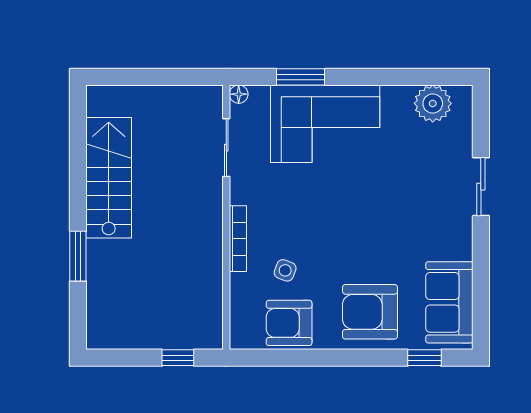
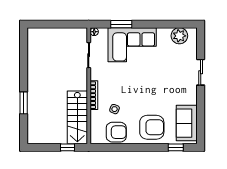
stairs: (109, 178) -> (77, 117), moved, turned 180
armchair: (370, 312) -> (152, 127), turned 180
armchair: (289, 323) -> (116, 132), turned 180

